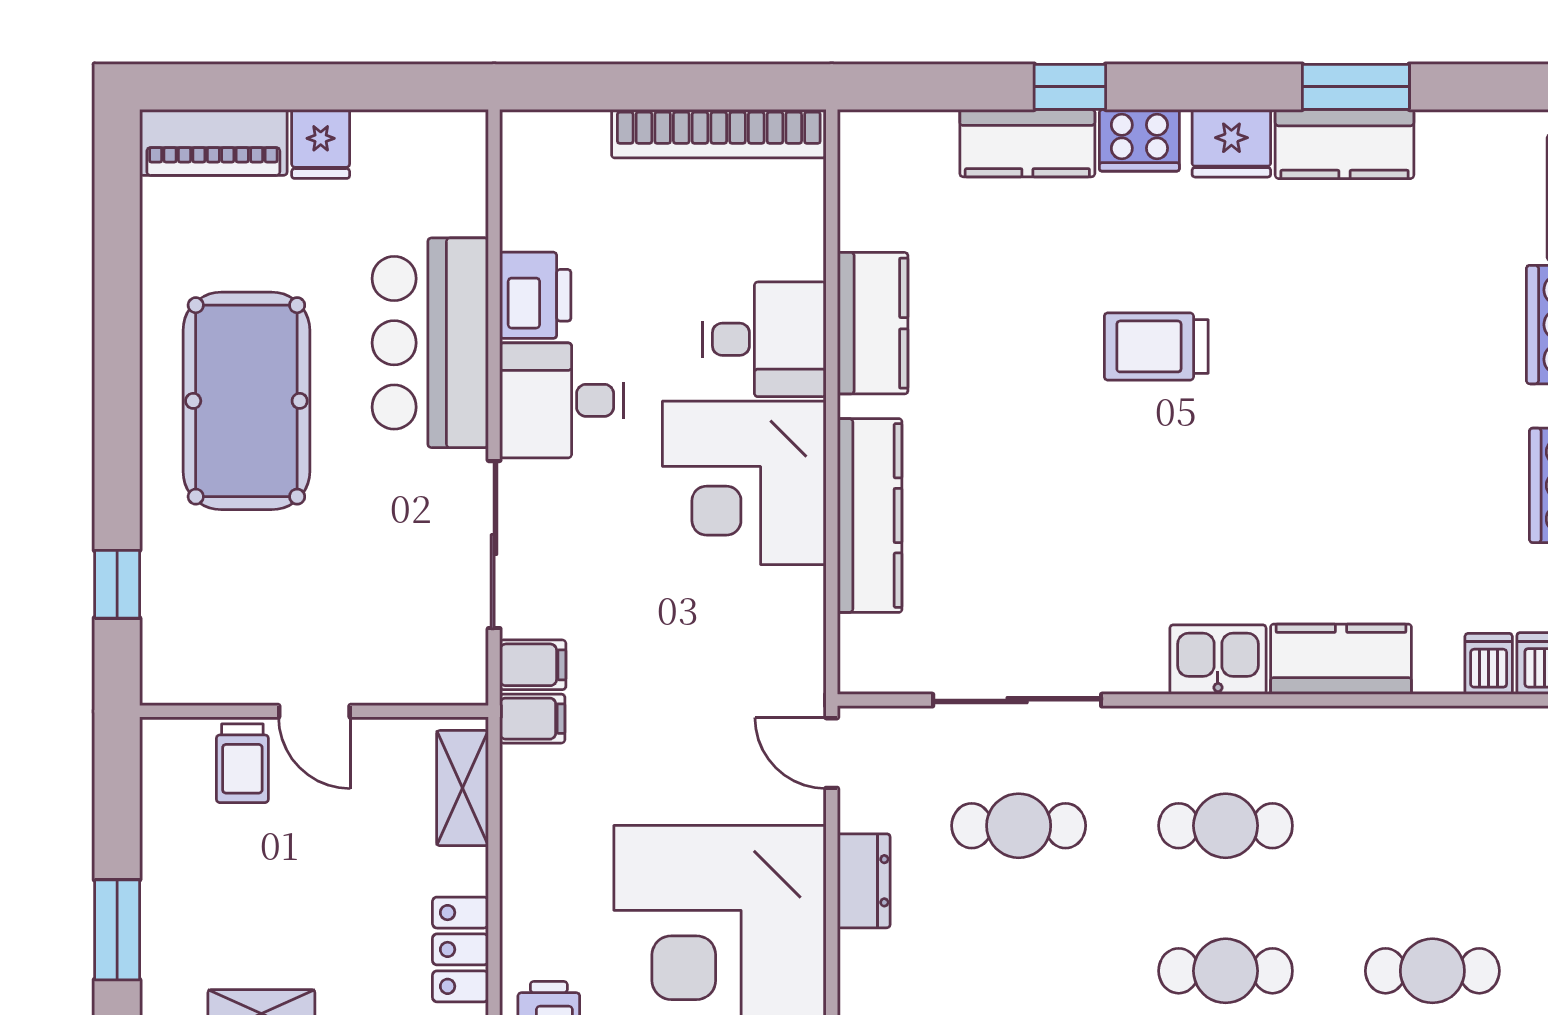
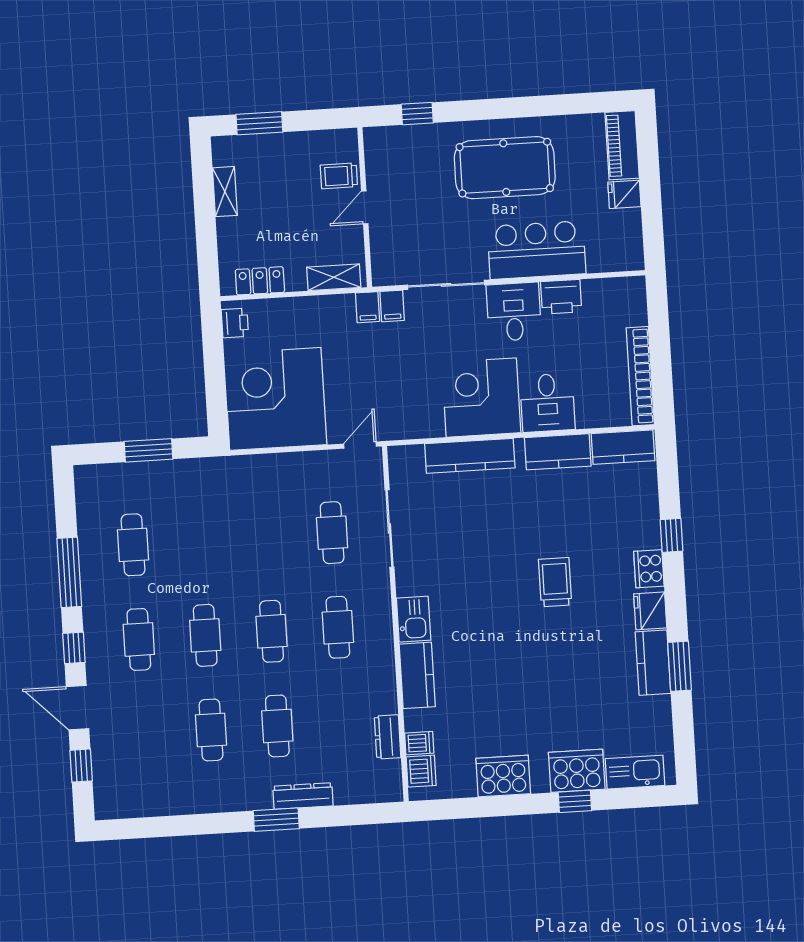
kitchen counter: (1027, 143) -> (623, 447), moved, turned -90
dresser: (864, 881) -> (388, 737), moved, turned 90

